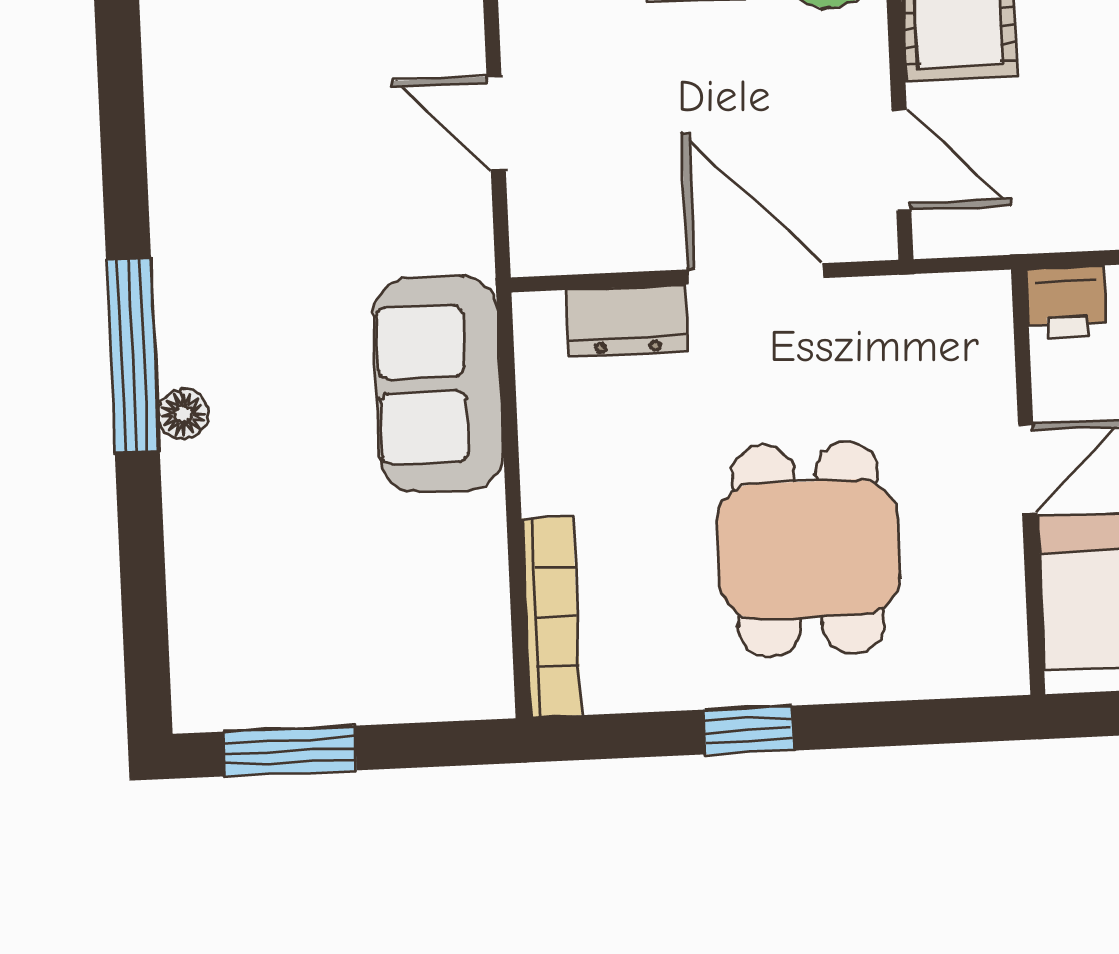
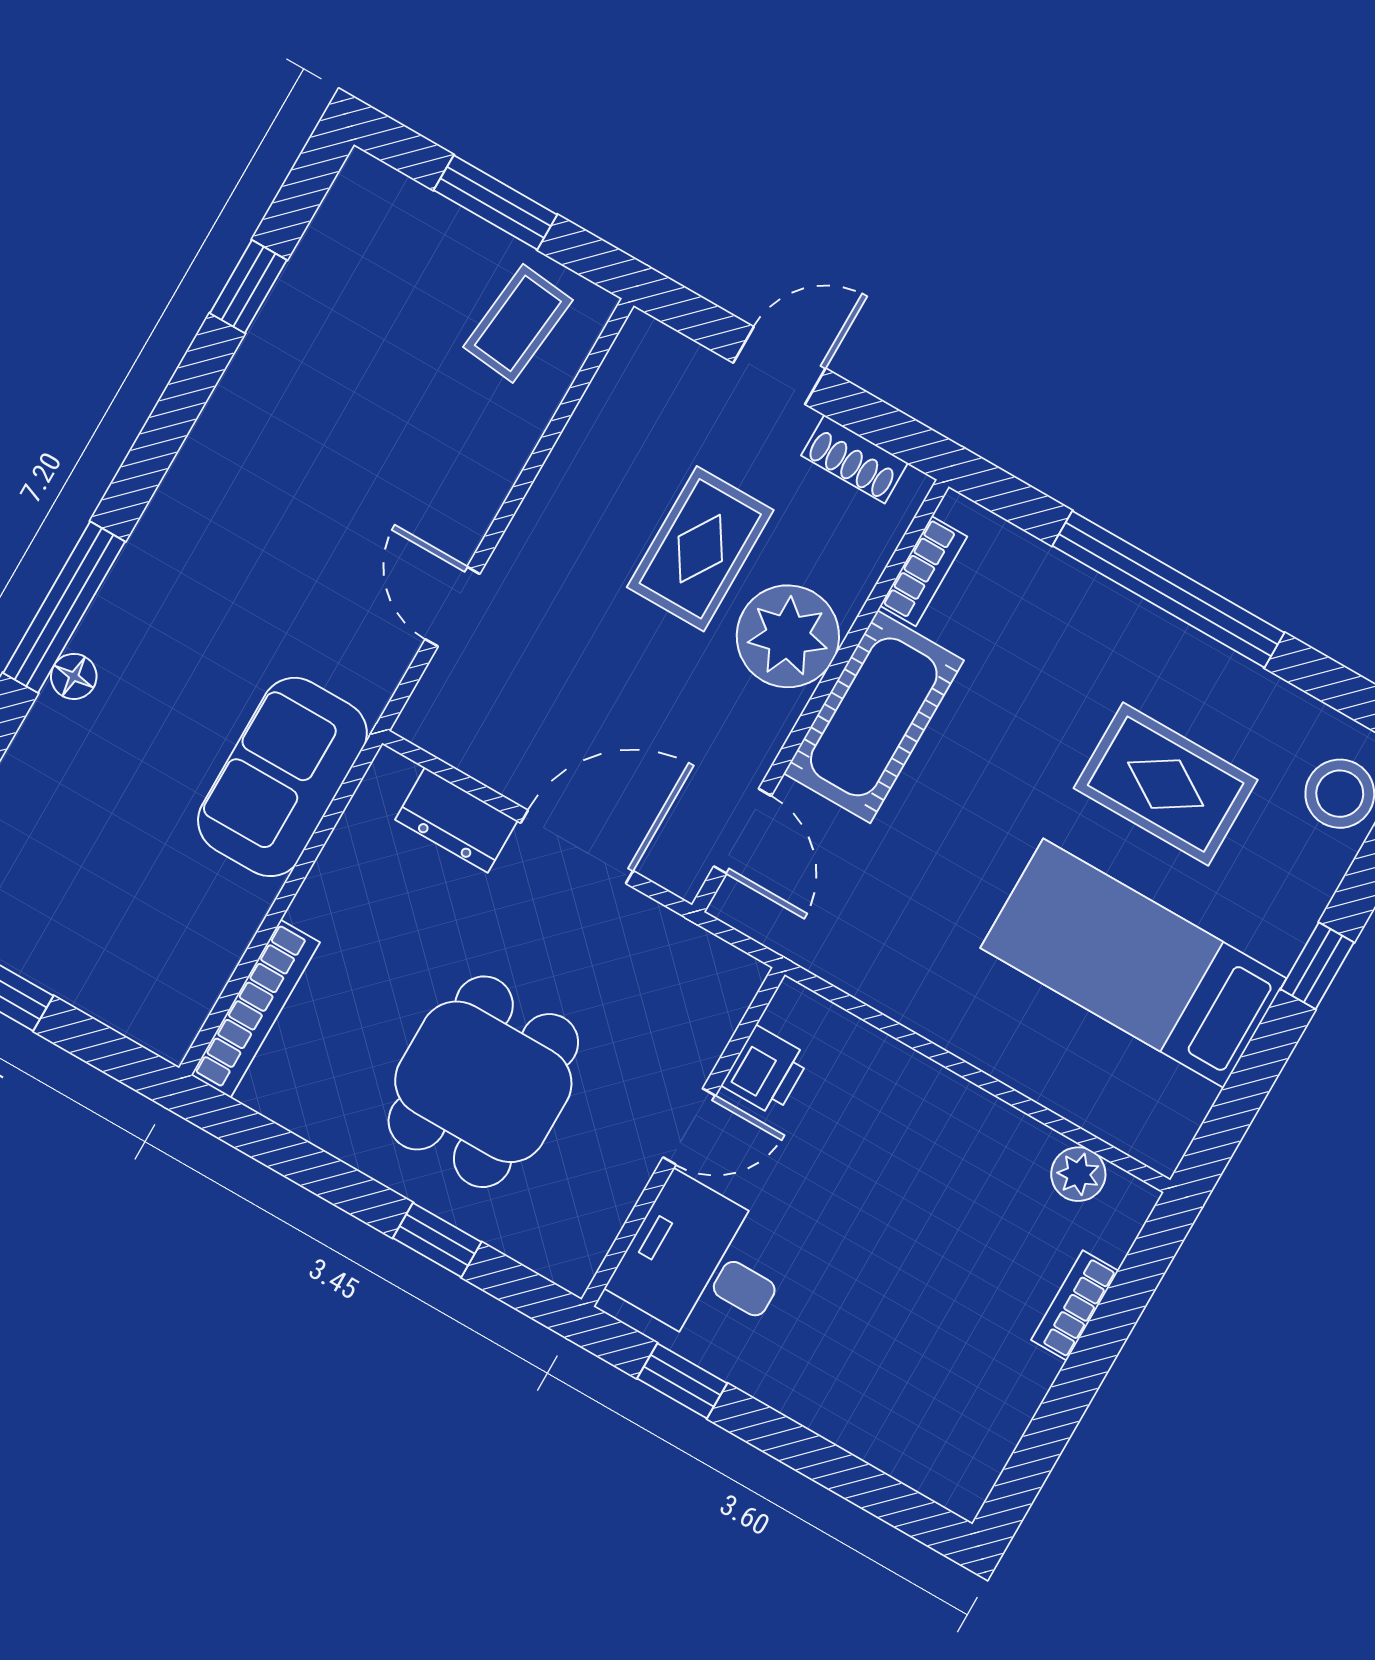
door: (756, 274) -> (577, 847), hinge flipped
printer: (1067, 303) -> (766, 1071), moved, turned -90
window: (748, 730) -> (437, 1240), moved

